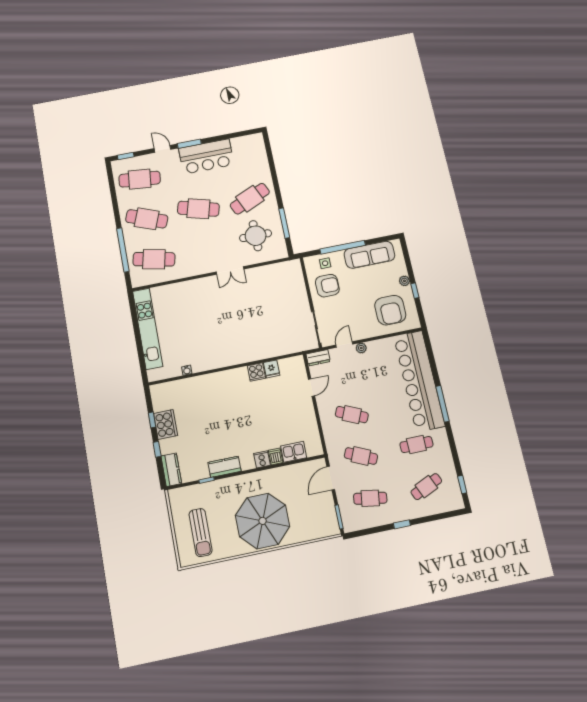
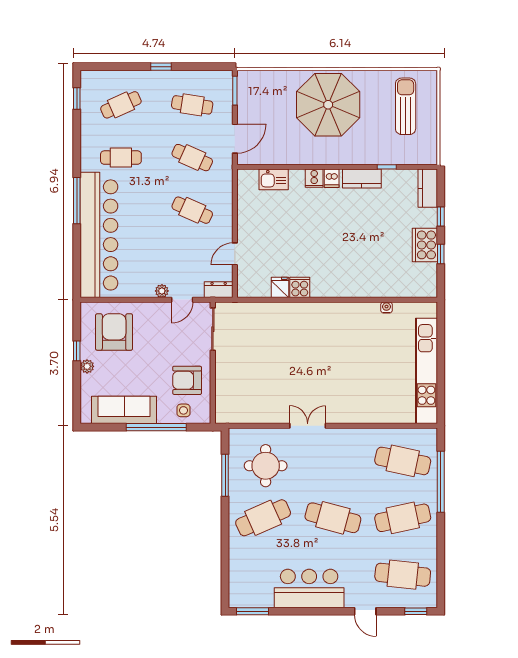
window: (189, 144) -> (253, 611), moved
cafe table: (147, 219) -> (403, 518), turned -33
dishwasher: (276, 456) -> (332, 178), moved

